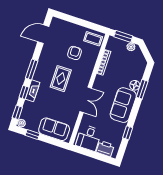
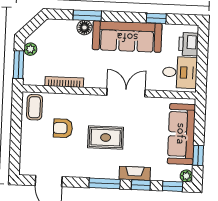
sofa: (123, 105) -> (127, 37), width x1.36
sofa: (54, 129) -> (181, 134), width x1.36

